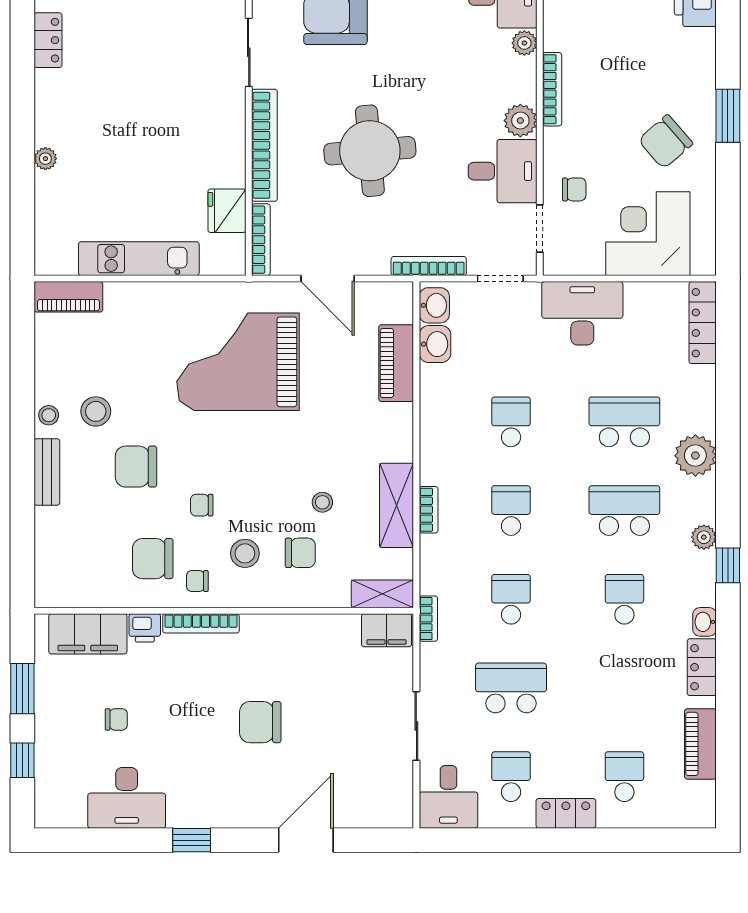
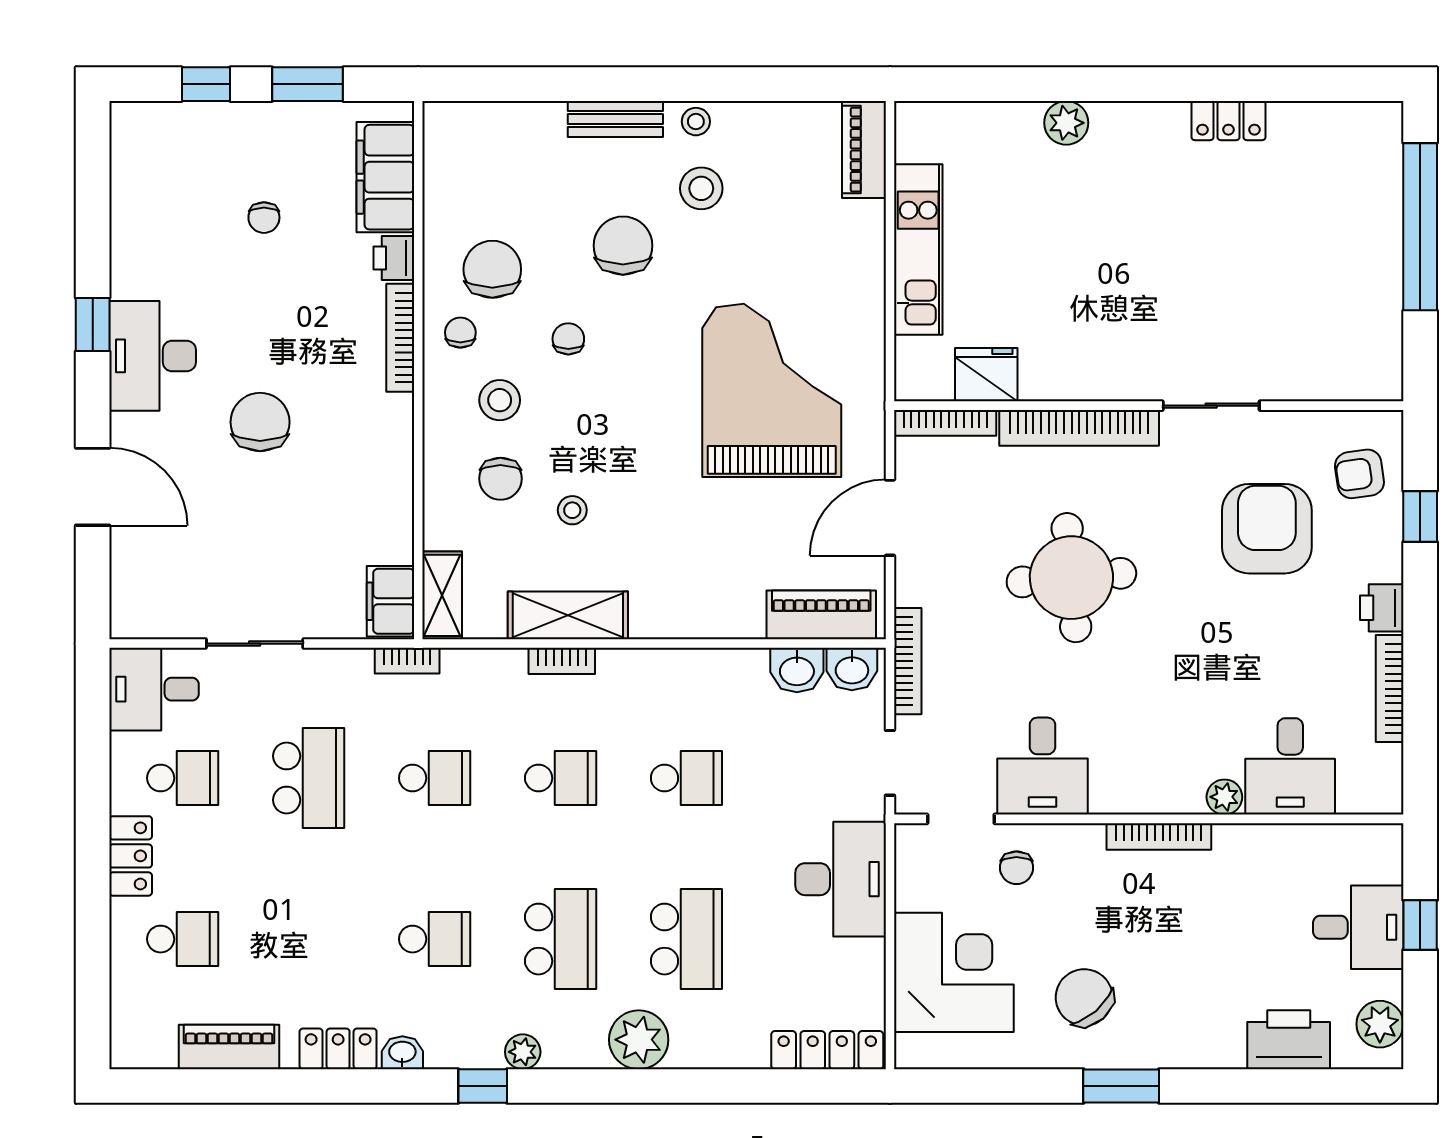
plant: (520, 121) -> (1114, 791), removed
plant: (45, 159) -> (1066, 123), width x1.38, depth x1.38
piano: (396, 363) -> (821, 615), moved
desk: (127, 798) -> (153, 356), moved

